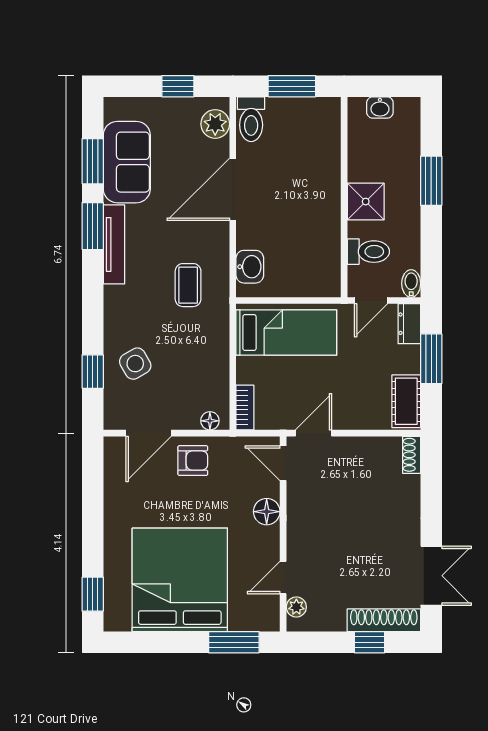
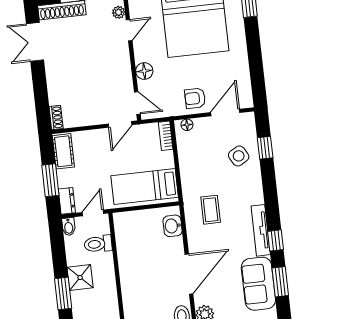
shower: (366, 202) -> (80, 278), moved
window: (93, 226) -> (276, 240), width x0.67

